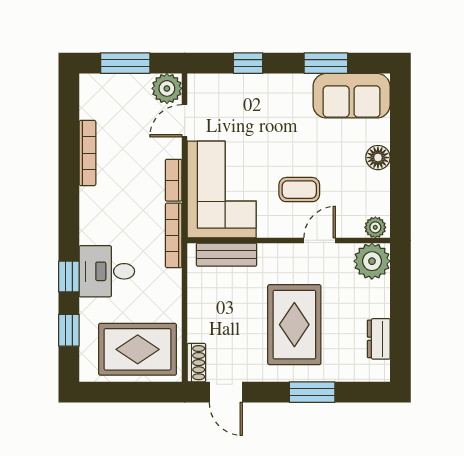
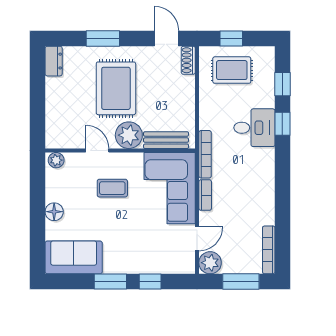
window: (326, 63) -> (110, 281), moved
bookcase: (87, 153) -> (269, 250), moved
door: (320, 240) -> (97, 150), swing flipped
plant: (372, 261) -> (129, 135), moved
dresser: (379, 339) -> (54, 61), moved
rug: (138, 349) -> (232, 70), width x0.73, depth x0.70
window: (138, 392) -> (231, 38), added

